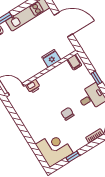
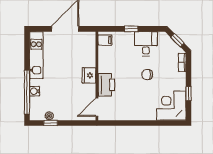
fridge: (51, 58) -> (89, 75), moved
printer: (33, 86) -> (106, 85), width x1.87, depth x1.48

